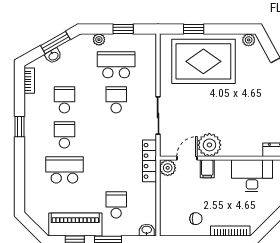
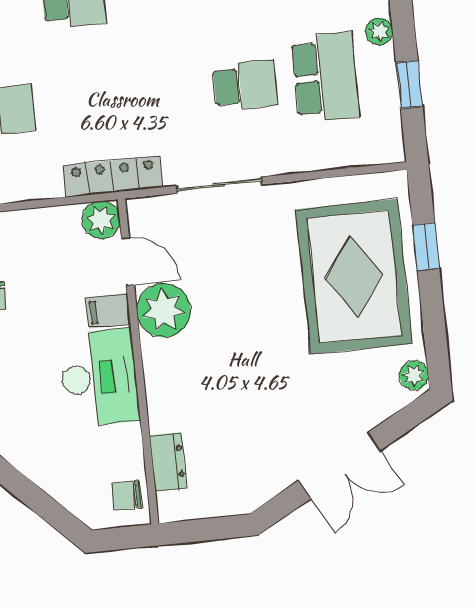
desk: (252, 176) -> (99, 378), moved

